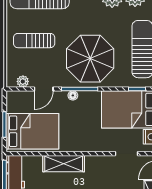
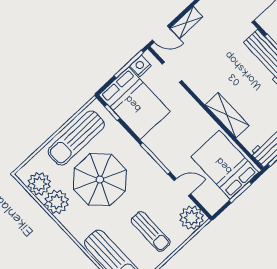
parasol: (90, 59) -> (100, 180), moved
plant: (23, 81) -> (192, 218), width x1.87, depth x1.87
floor lamp: (73, 95) -> (166, 159), removed

